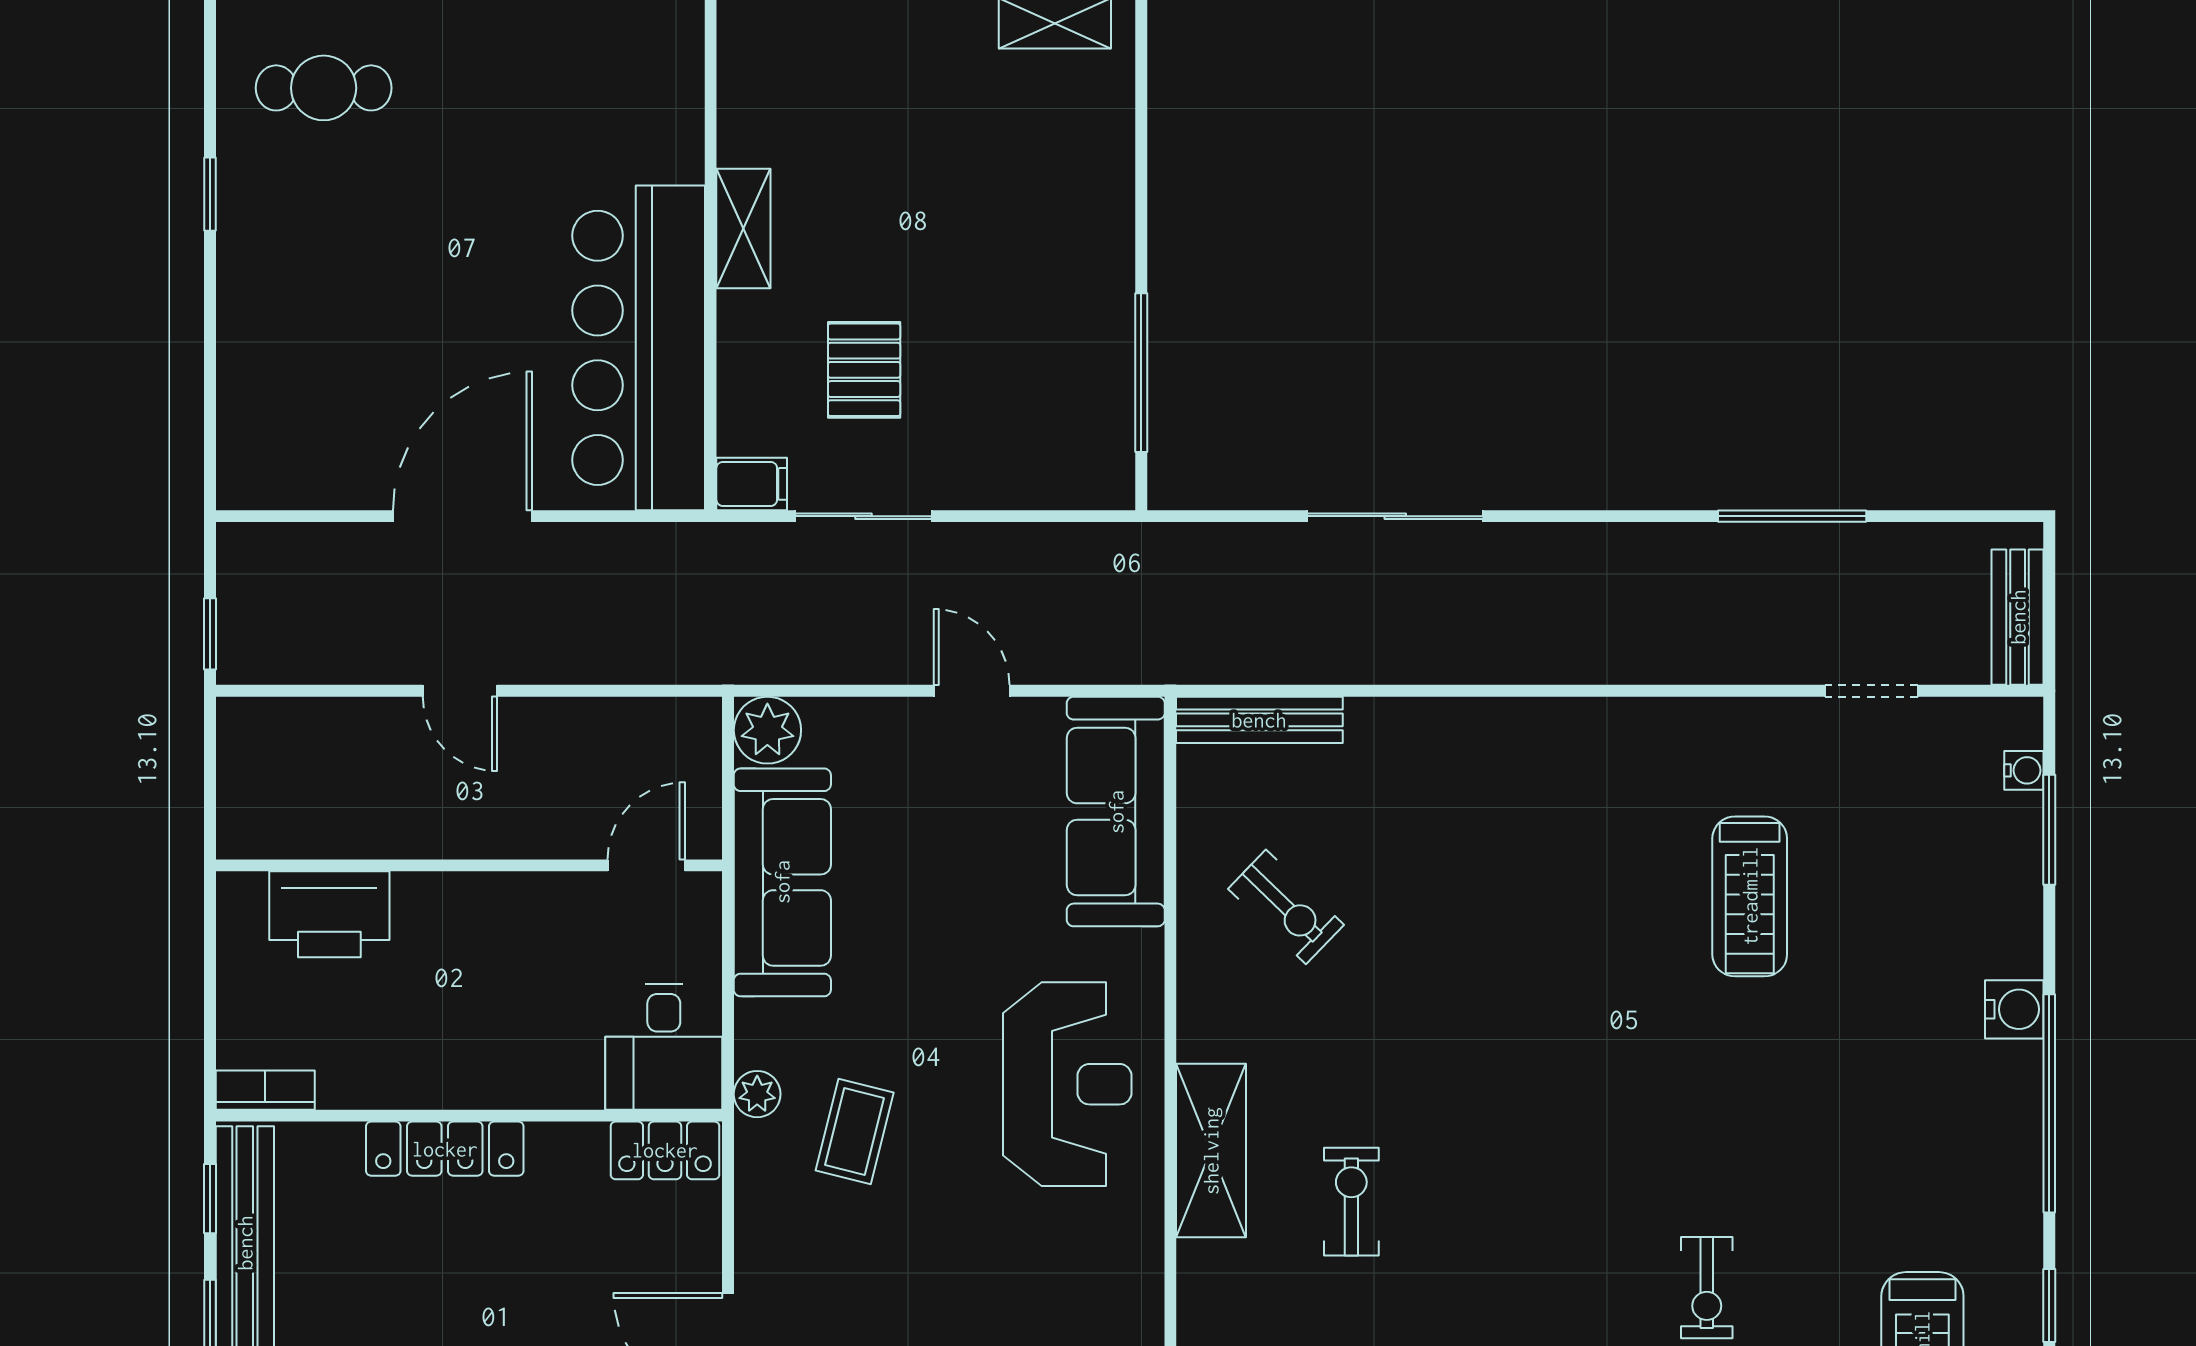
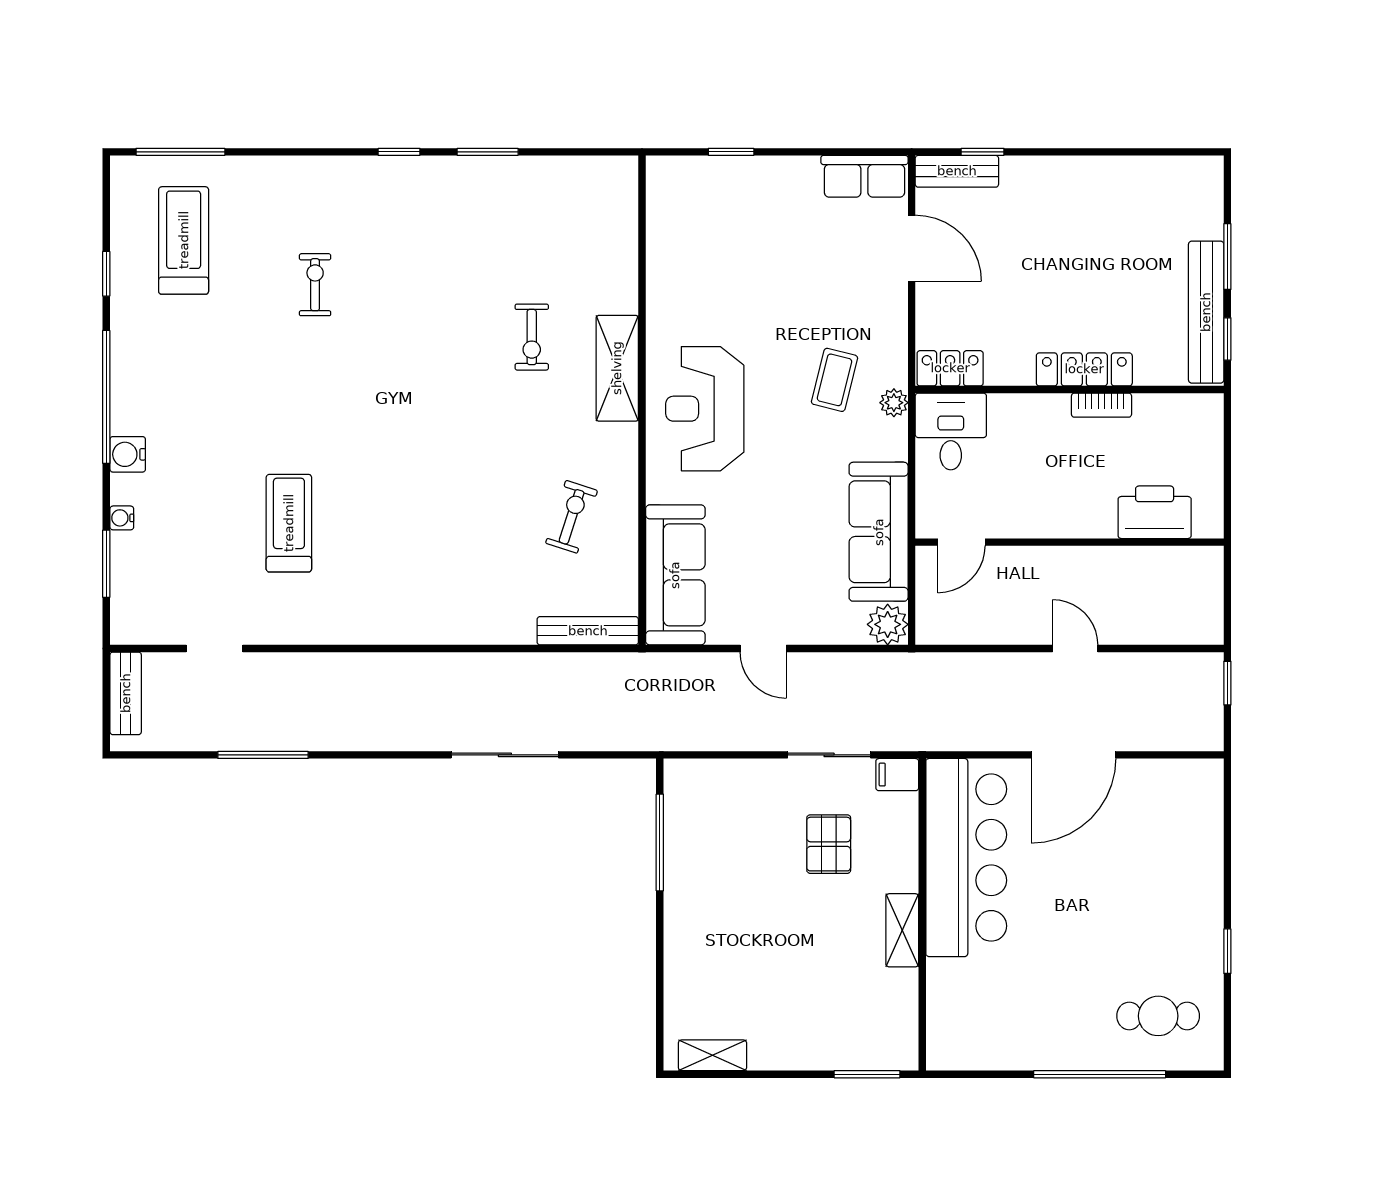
water cooler: (2024, 770) -> (122, 518), moved
exercise bike: (1286, 907) -> (572, 517), turned 64
bookcase: (265, 1090) -> (1101, 405), moved

